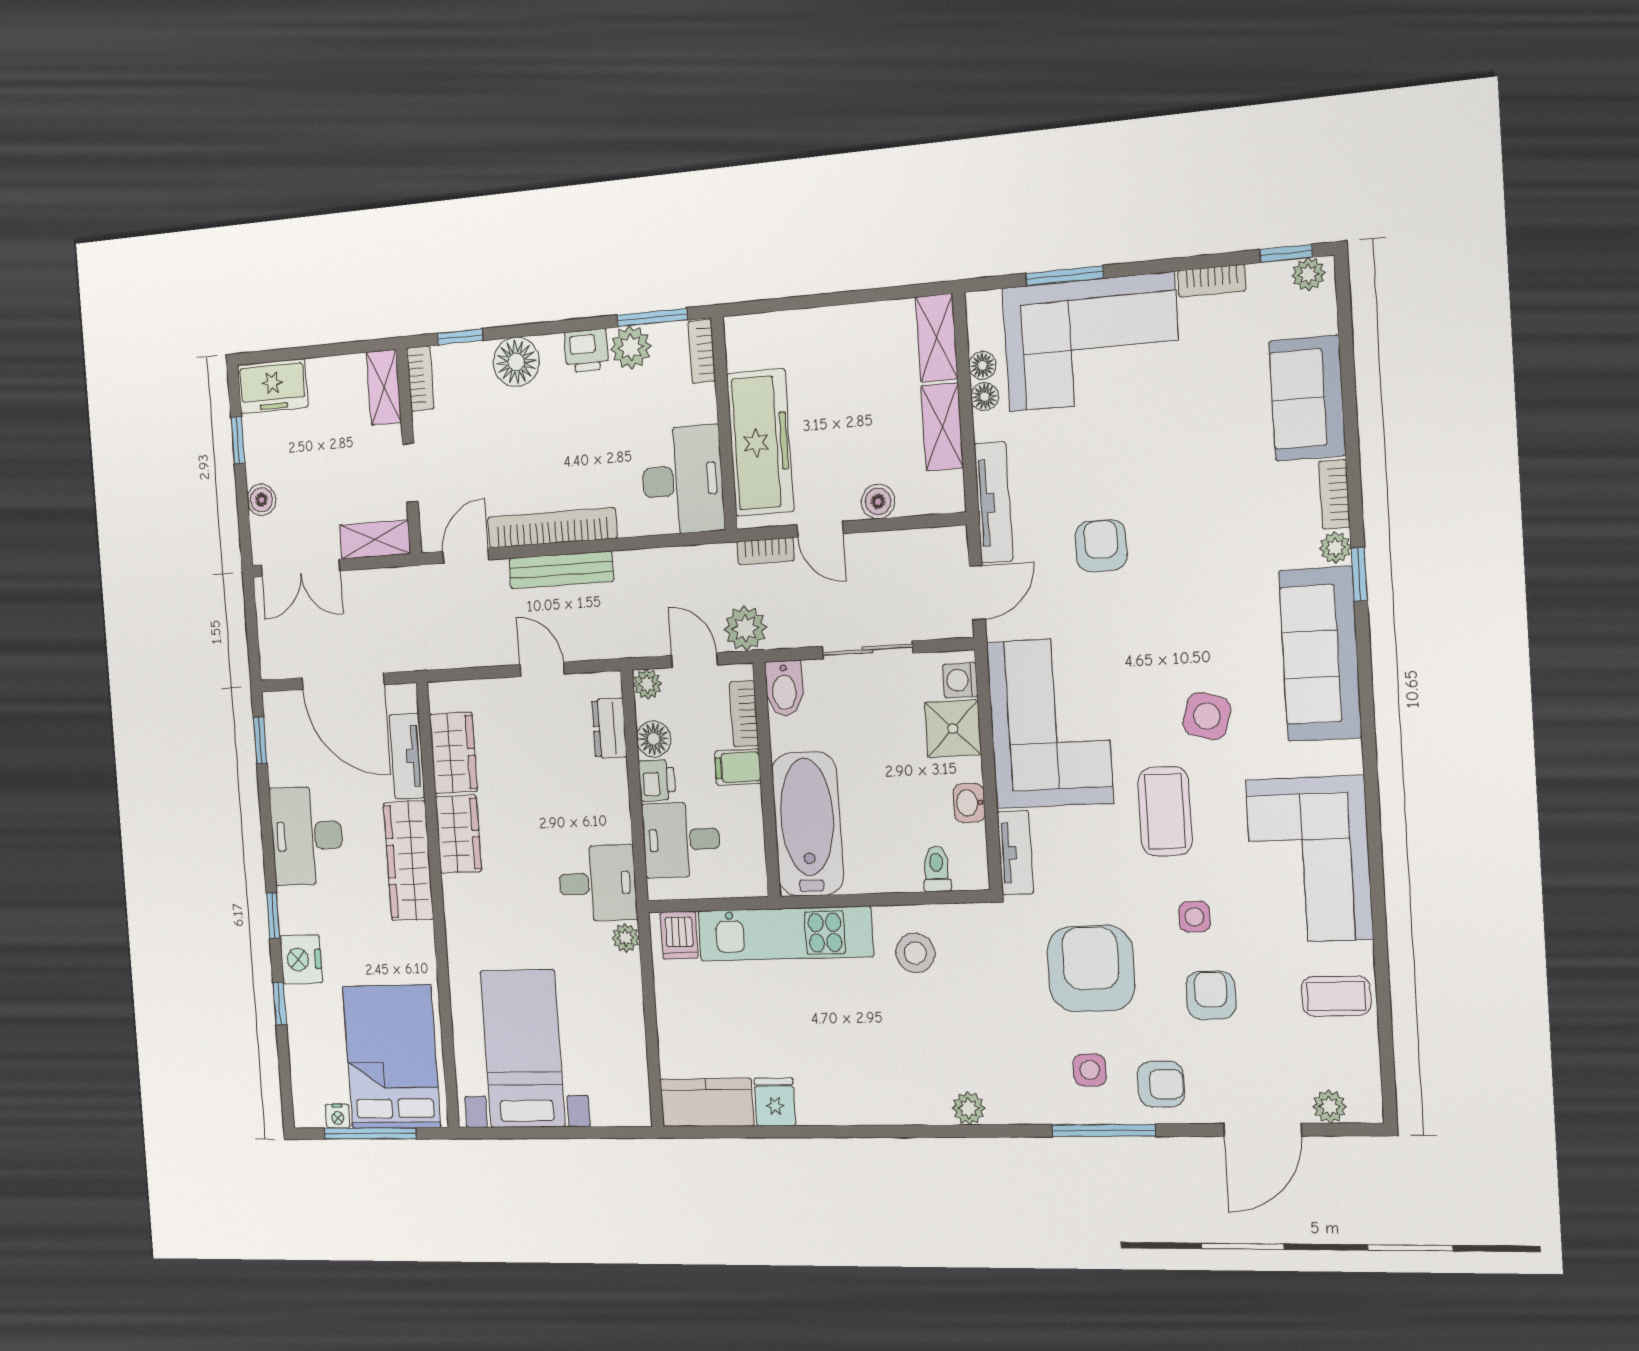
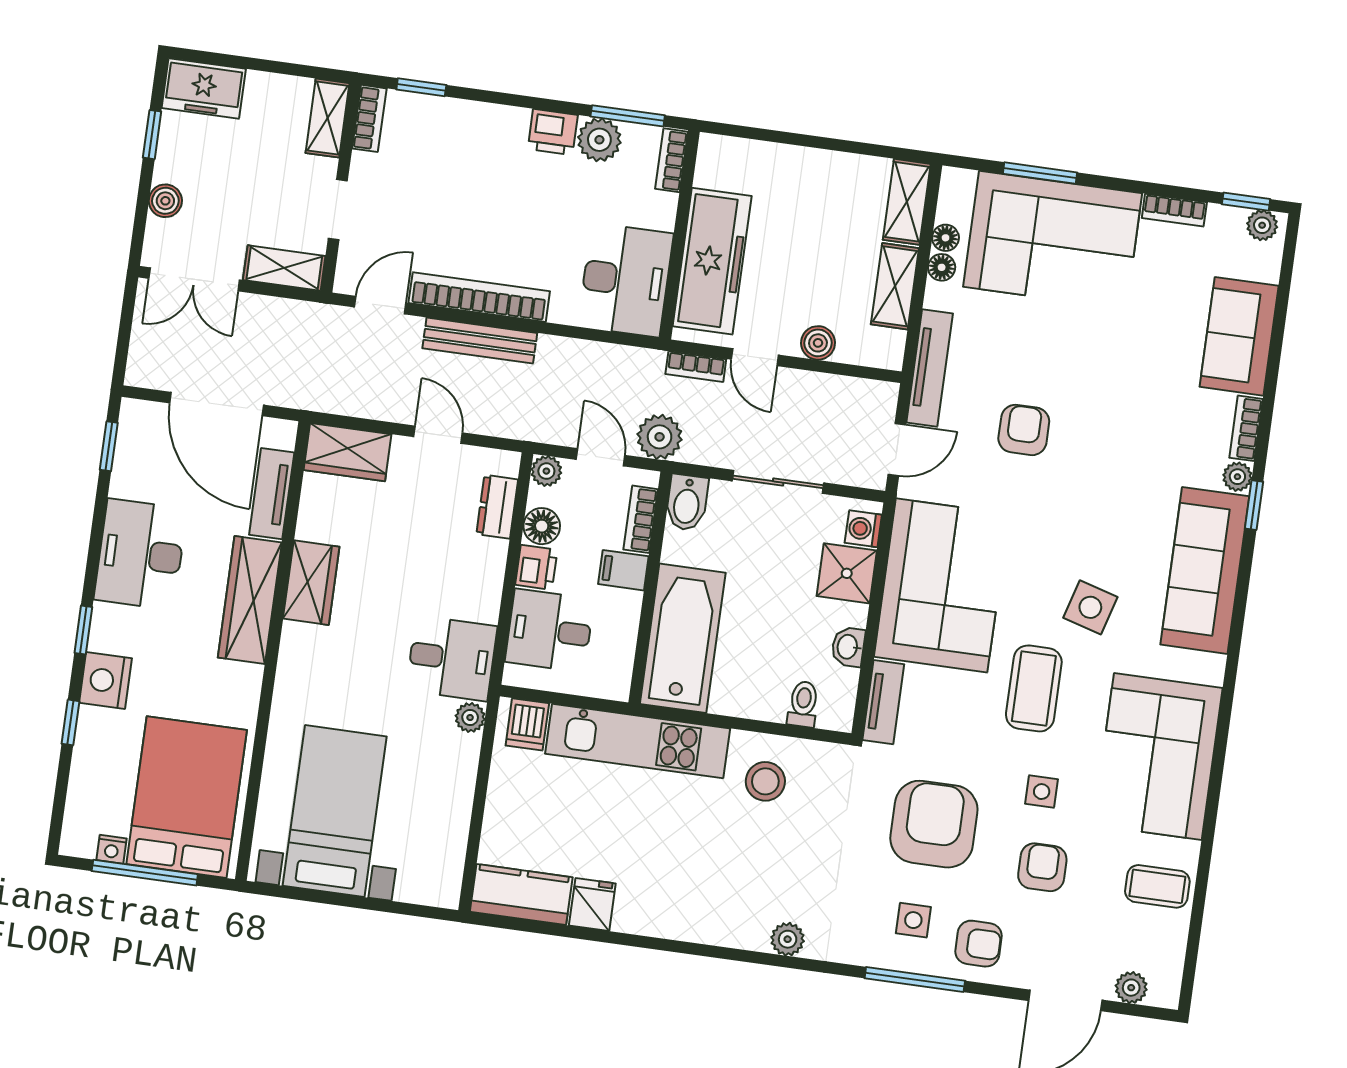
floor lamp: (516, 362) -> (476, 126), removed
wardrobe: (453, 753) -> (348, 452), moved, turned 90

